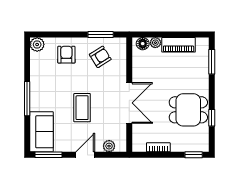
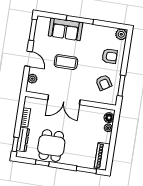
piano: (179, 45) -> (102, 156), moved
sofa: (42, 132) -> (66, 29), moved
dresser: (186, 146) -> (23, 140), added

